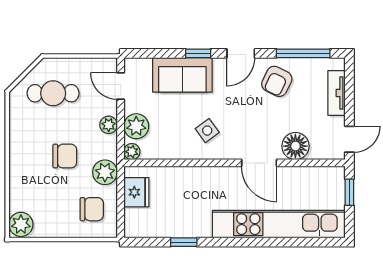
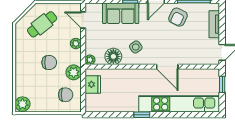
cafe table: (53, 93) -> (42, 24), turned -38
plant: (136, 126) -> (93, 44), removed
floor lamp: (295, 146) -> (113, 56), moved
window: (184, 242) -> (142, 115), moved

